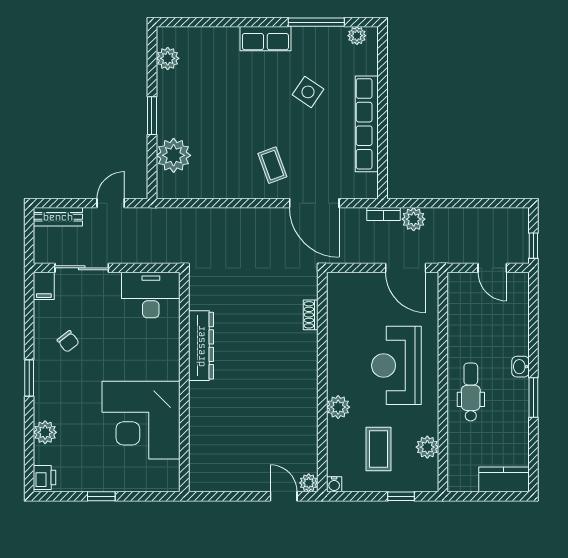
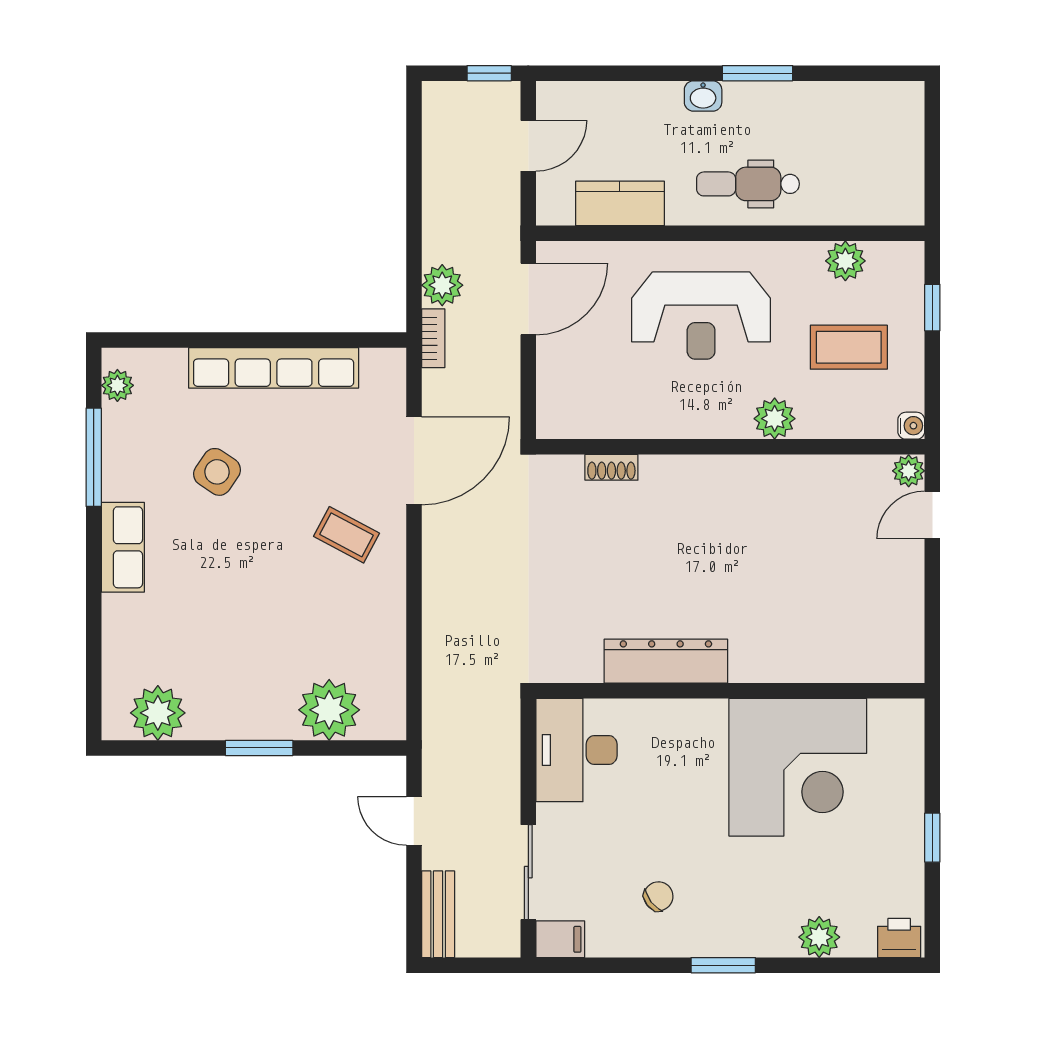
plant: (168, 58) -> (158, 713), width x1.36, depth x1.36
coffee table: (272, 165) -> (347, 535), turned 48
kitchen counter: (504, 479) -> (620, 203), moved, turned 90

